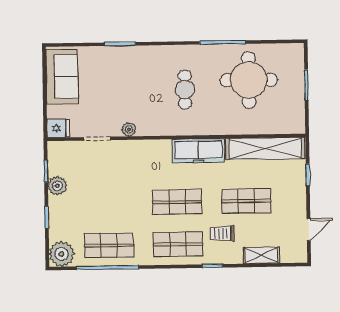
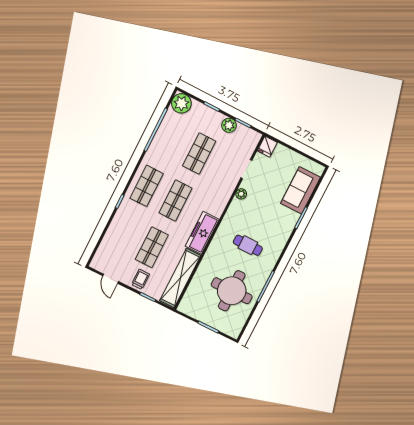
sofa: (62, 76) -> (300, 190), moved, turned 90
trolley: (222, 233) -> (141, 279), moved
shop shelf: (109, 245) -> (199, 154), moved
shelving: (261, 255) -> (110, 238), removed

